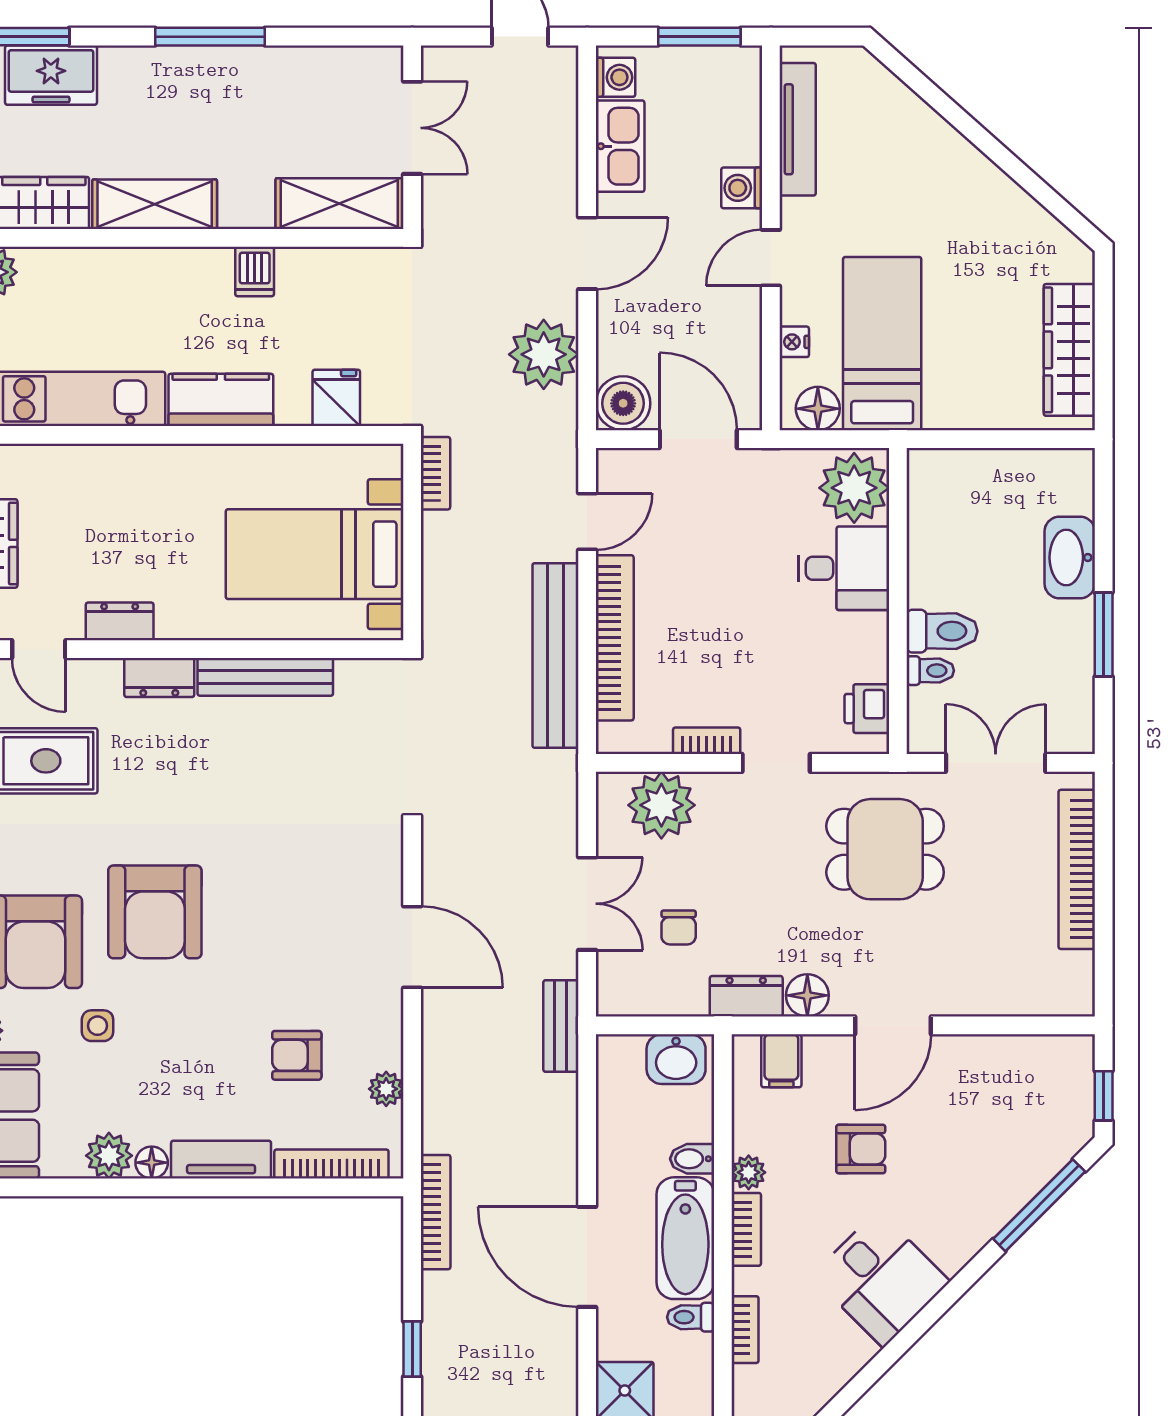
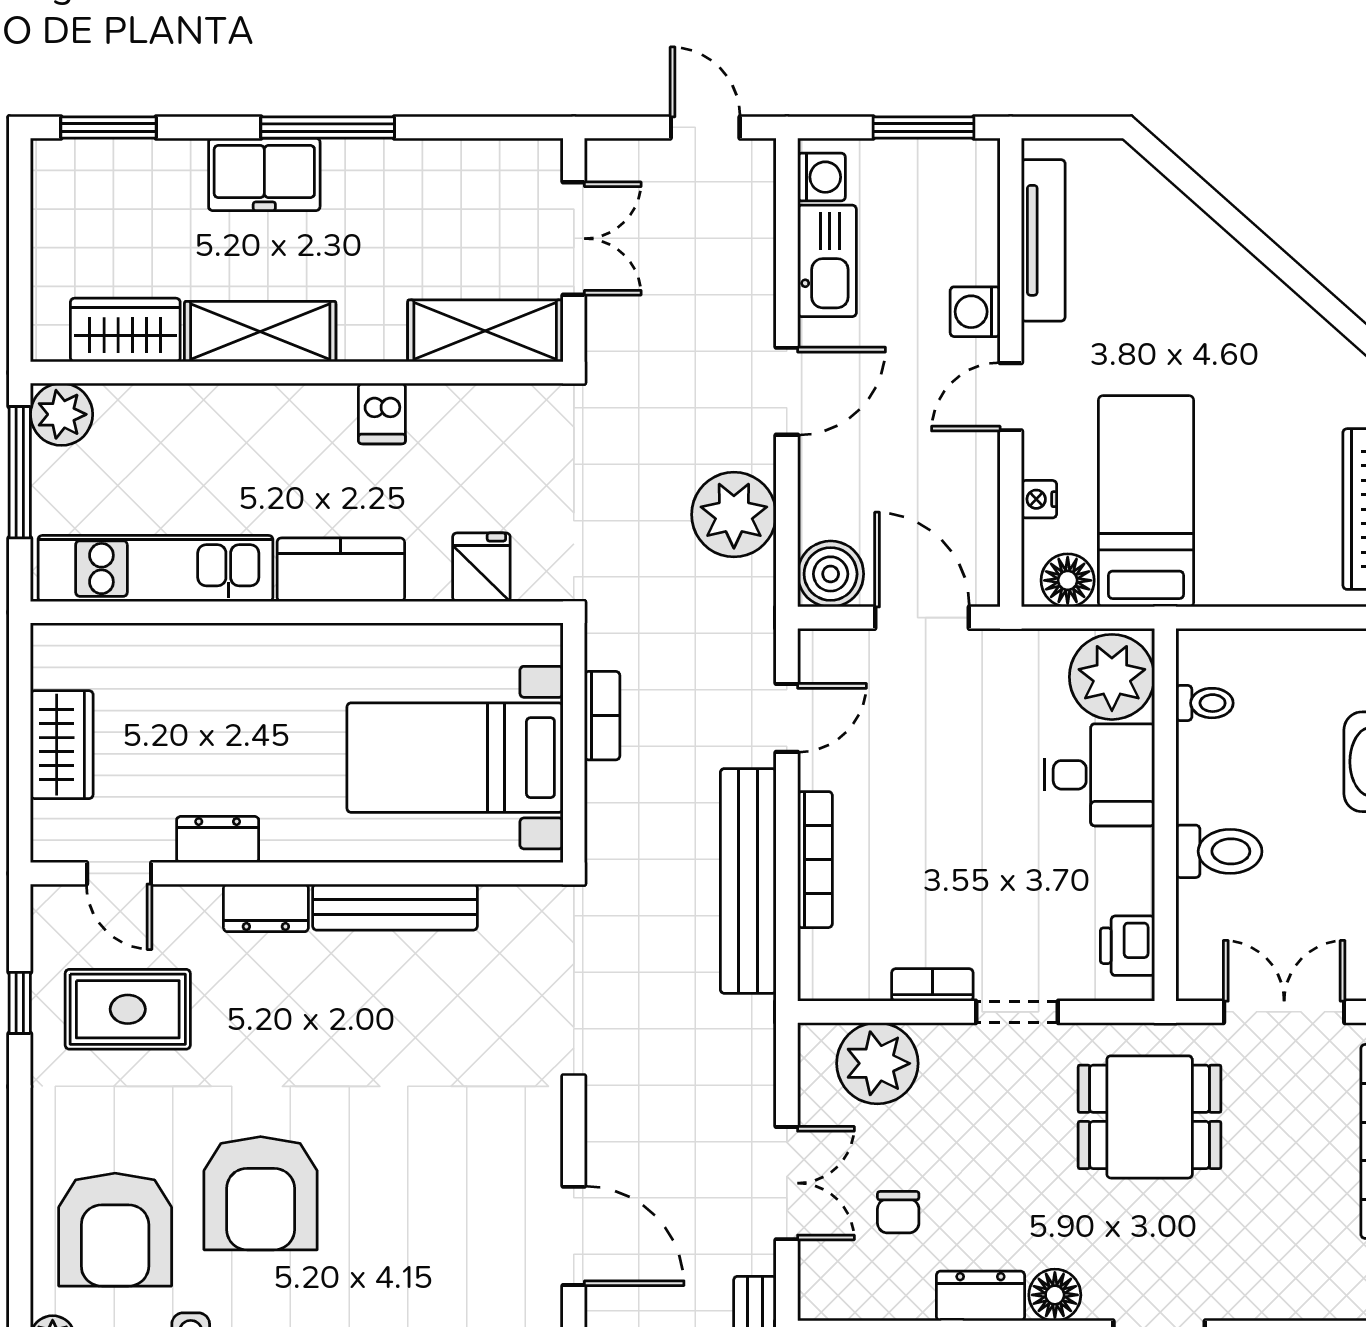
freezer: (51, 75) -> (264, 174), moved
bookcase: (435, 473) -> (602, 716), moved
bookcase: (615, 638) -> (815, 860), width x0.68, depth x0.76
toilet: (930, 671) -> (1204, 703), moved

